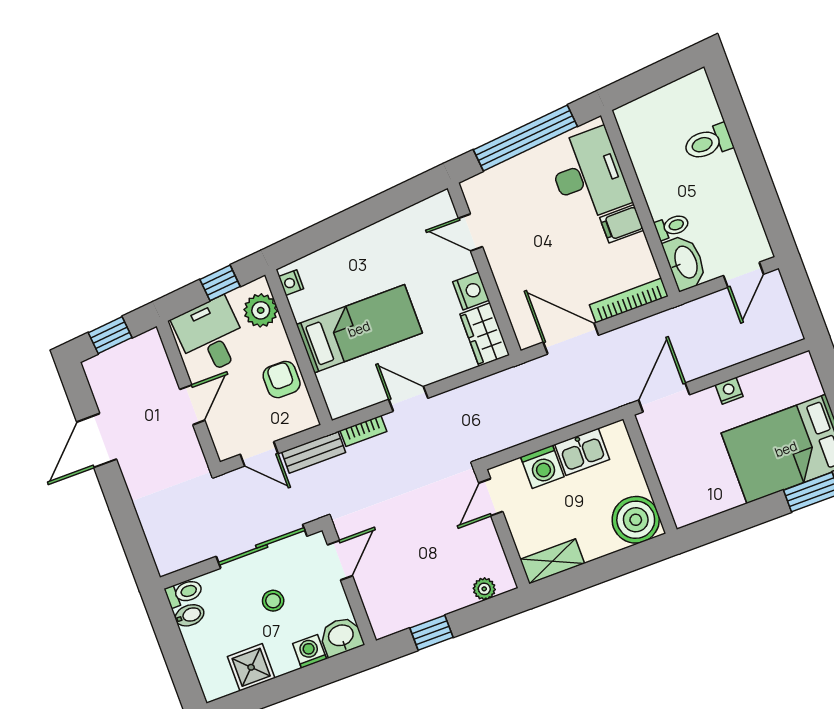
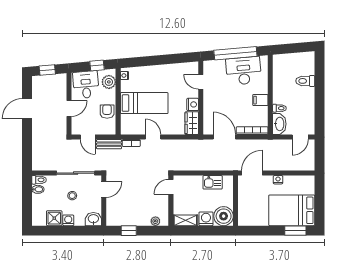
desk: (588, 175) -> (244, 71), moved, turned -95
washing machine: (542, 467) -> (206, 219), moved, turned 180
washing machine: (310, 651) -> (68, 220), moved

